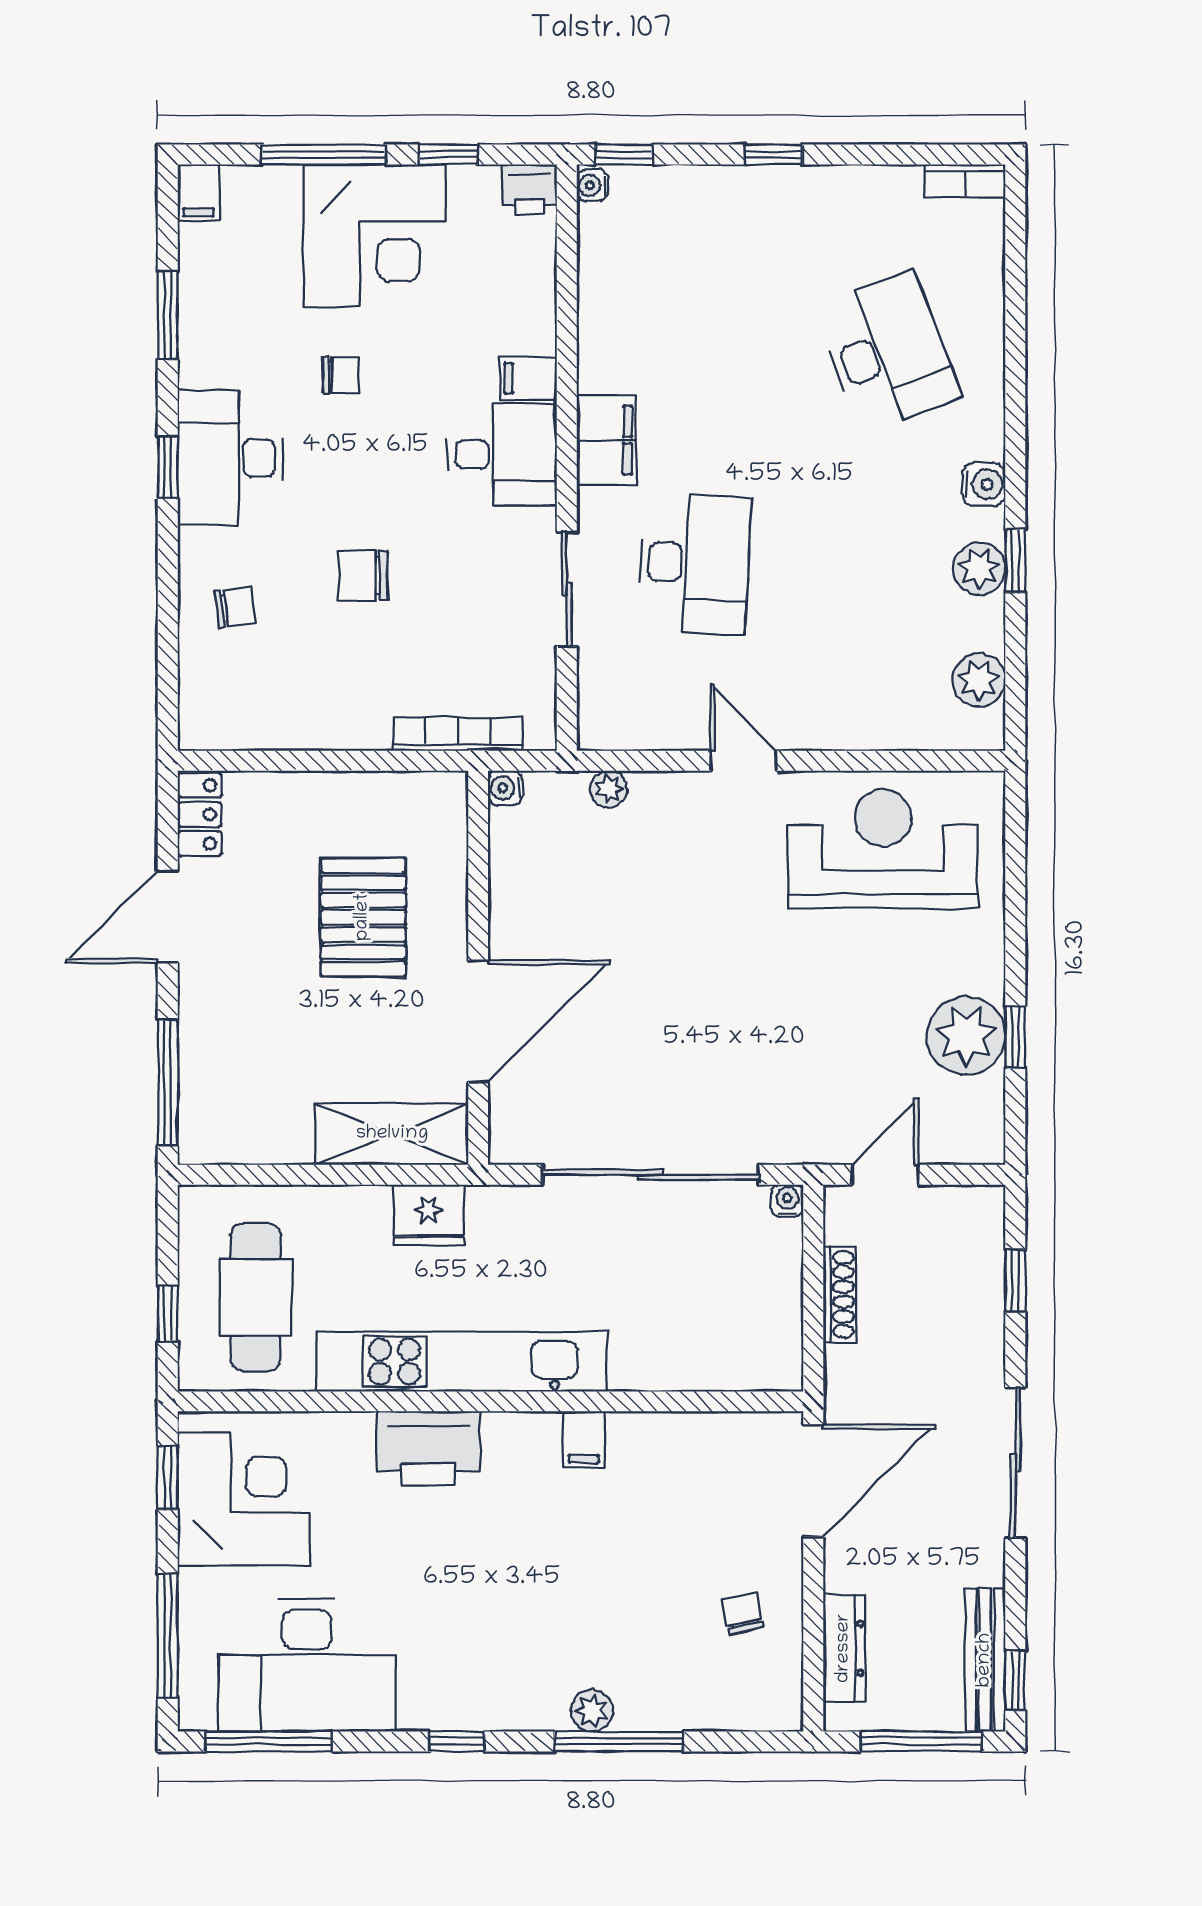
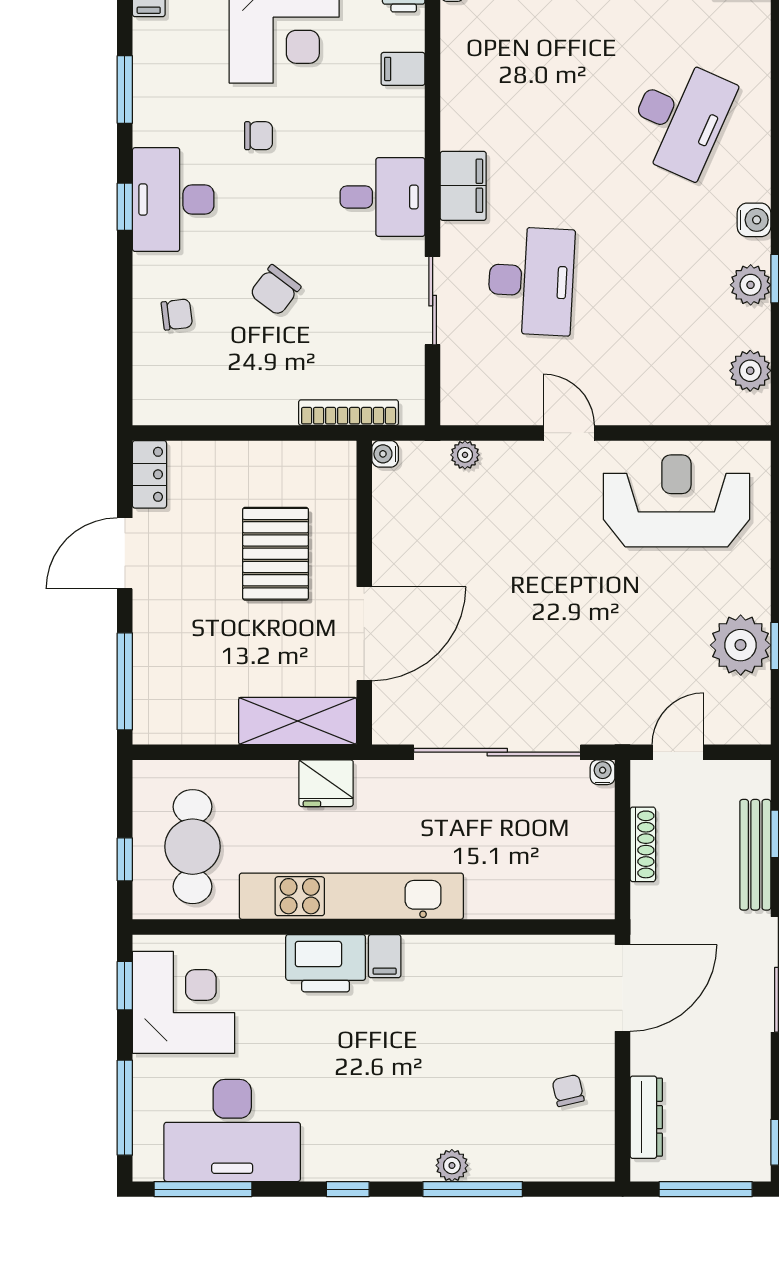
desk: (888, 352) -> (680, 118), turned 45
filing cabinet: (529, 378) -> (403, 69), moved
chair: (363, 575) -> (275, 290), turned -53
filing cabinet: (584, 1439) -> (385, 956), moved
bench: (985, 1660) -> (755, 855), moved

